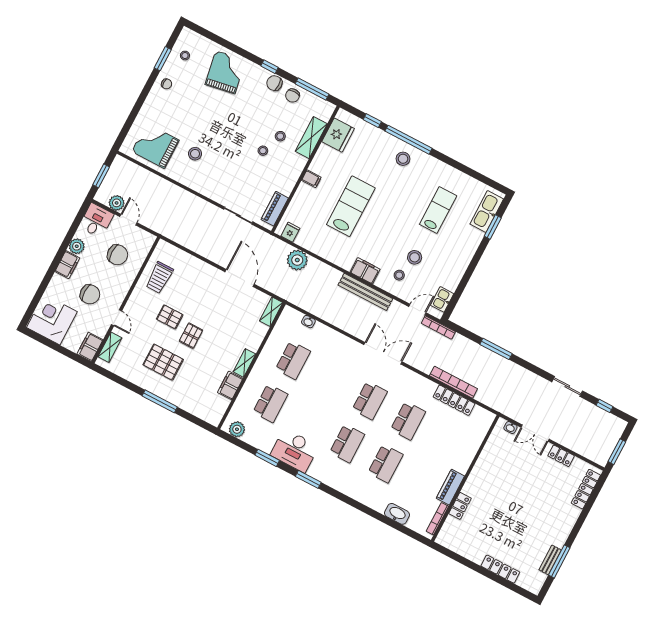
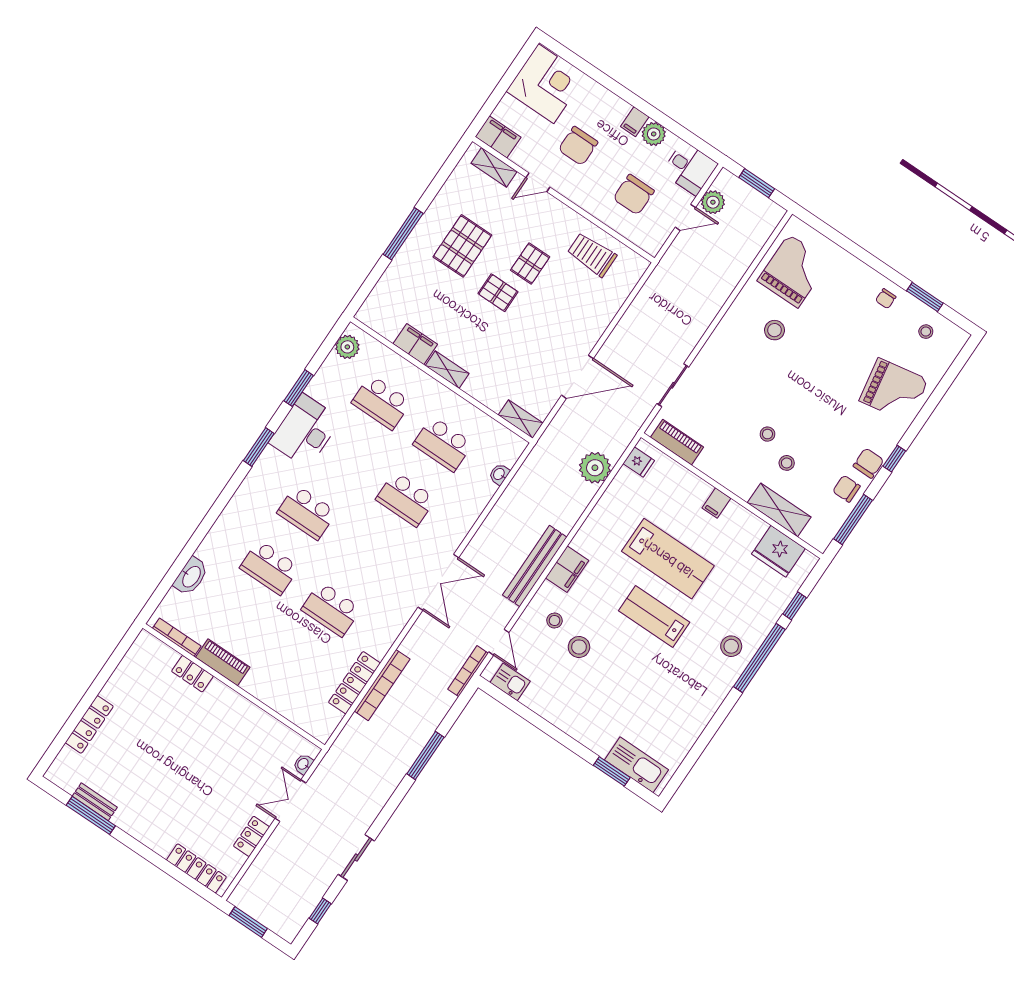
lab bench: (438, 210) -> (654, 617), moved, turned 180
filing cabinet: (67, 265) -> (635, 122), width x0.50
school desk: (370, 401) -> (406, 499), moved

